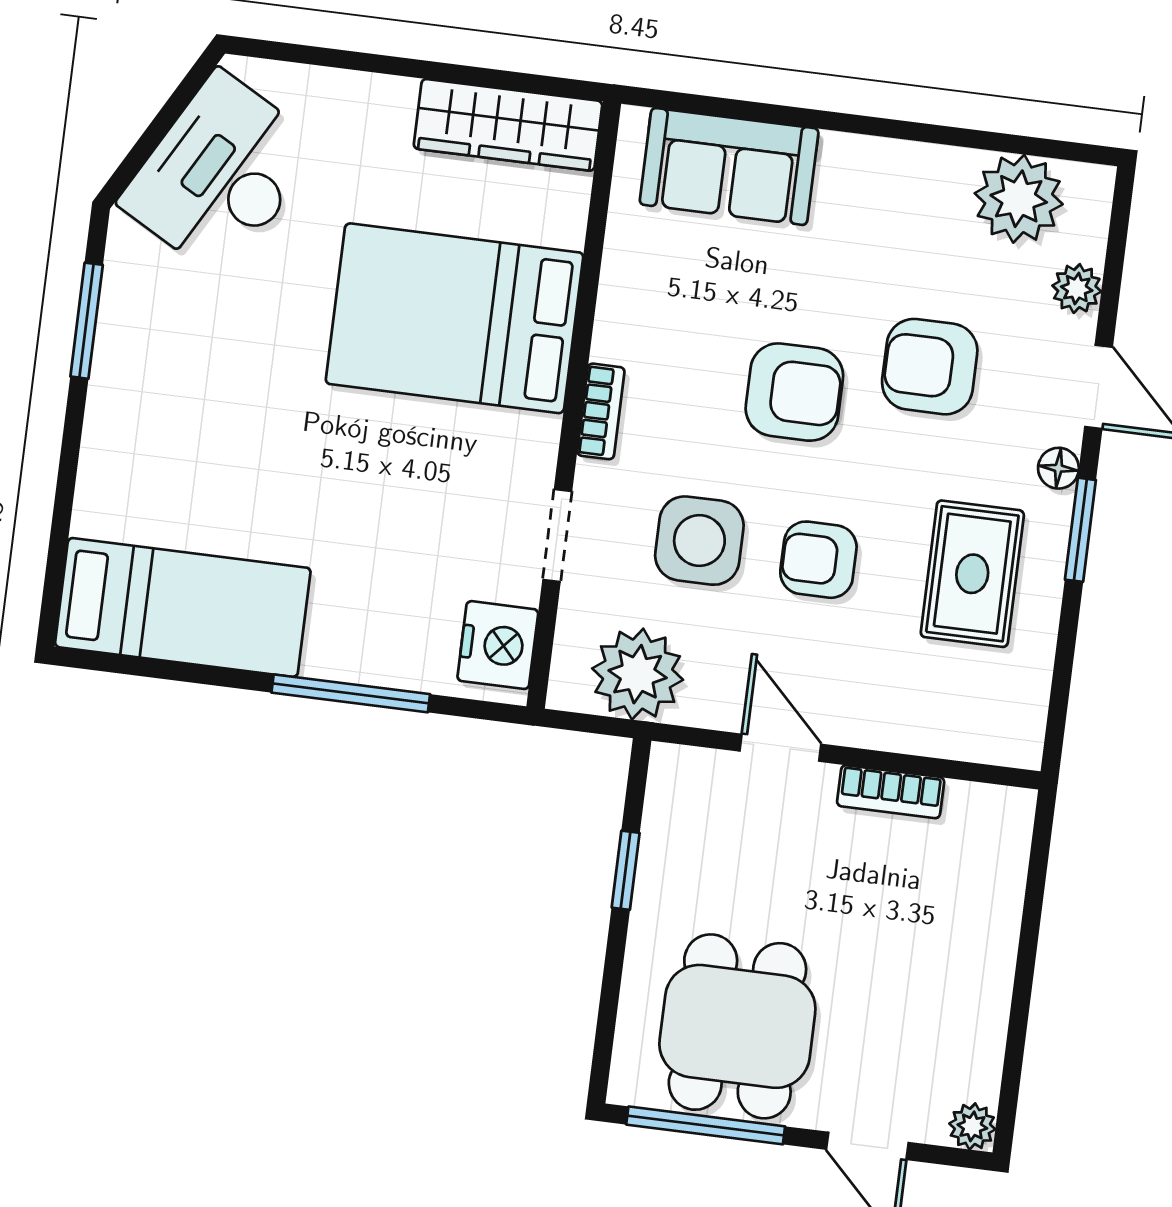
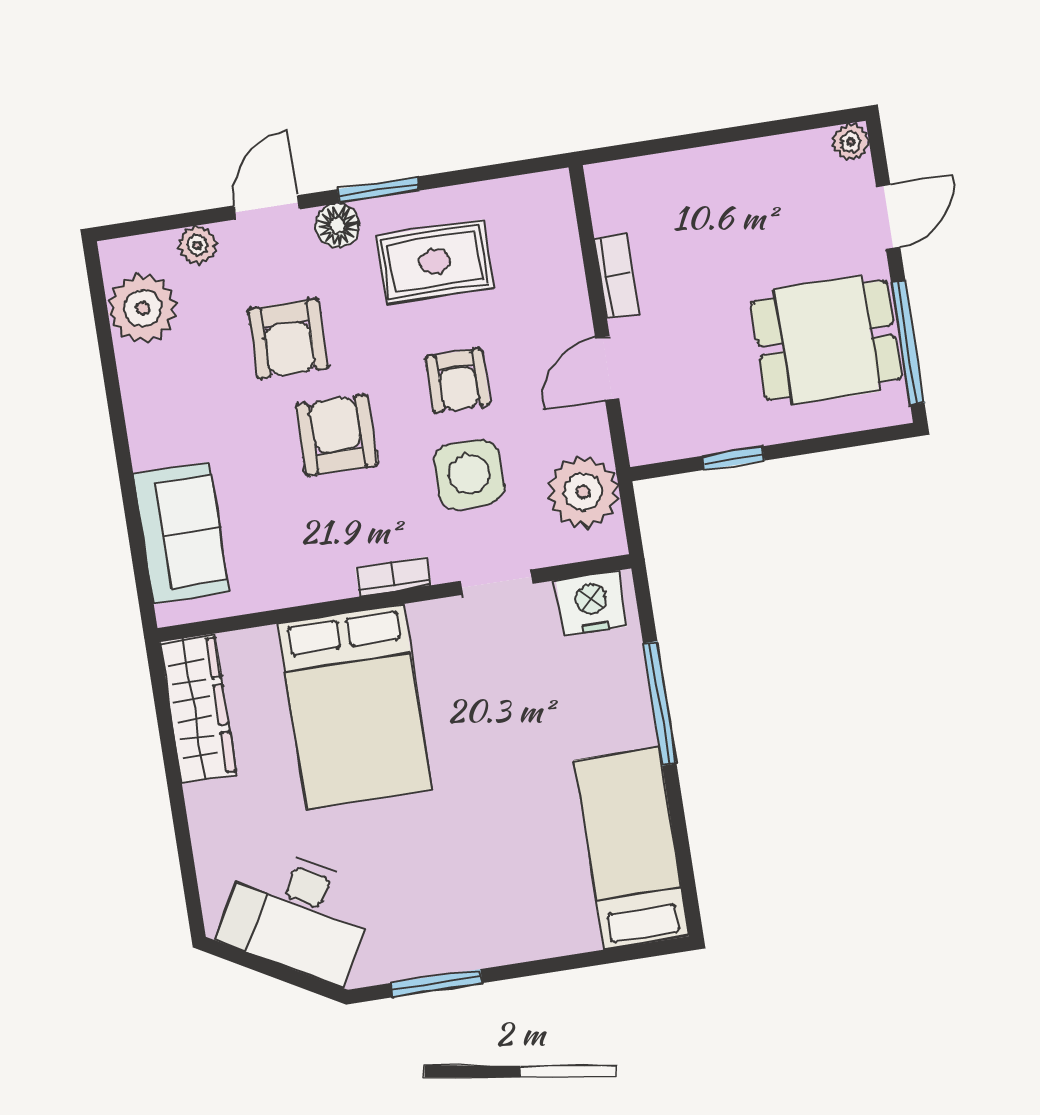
floor lamp: (1058, 468) -> (338, 226), width x1.37, depth x1.37

